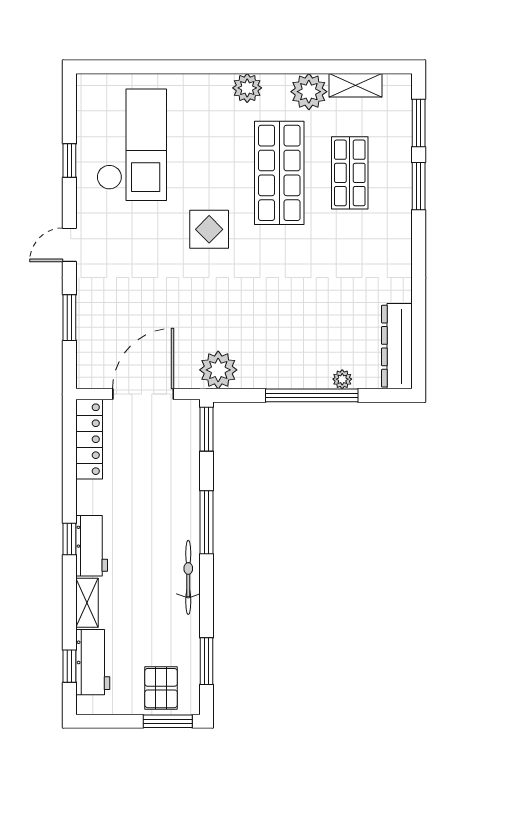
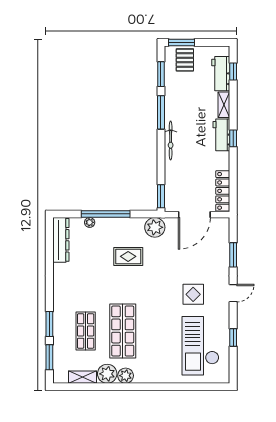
plant: (247, 88) -> (126, 376), moved
display table: (209, 229) -> (193, 294), moved
rug: (269, 315) -> (128, 256), added
window: (207, 522) -> (161, 112), moved
bicycle: (188, 577) -> (171, 140), moved

